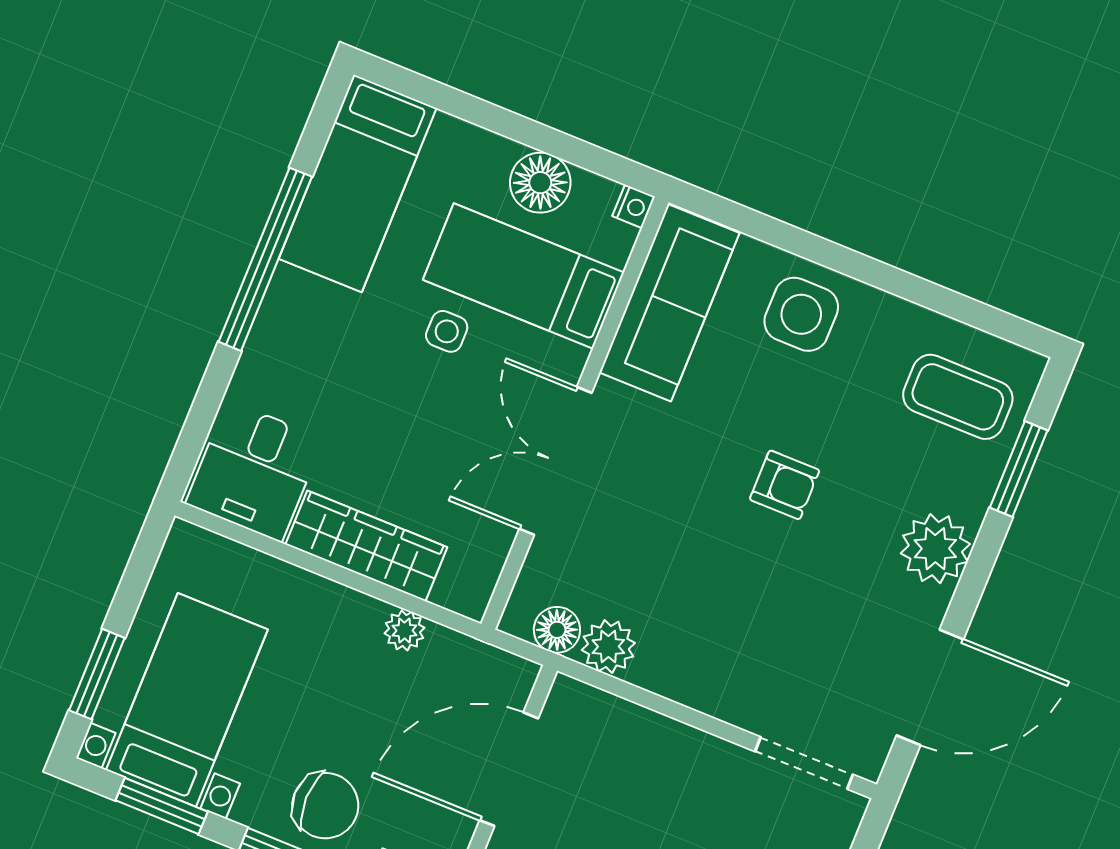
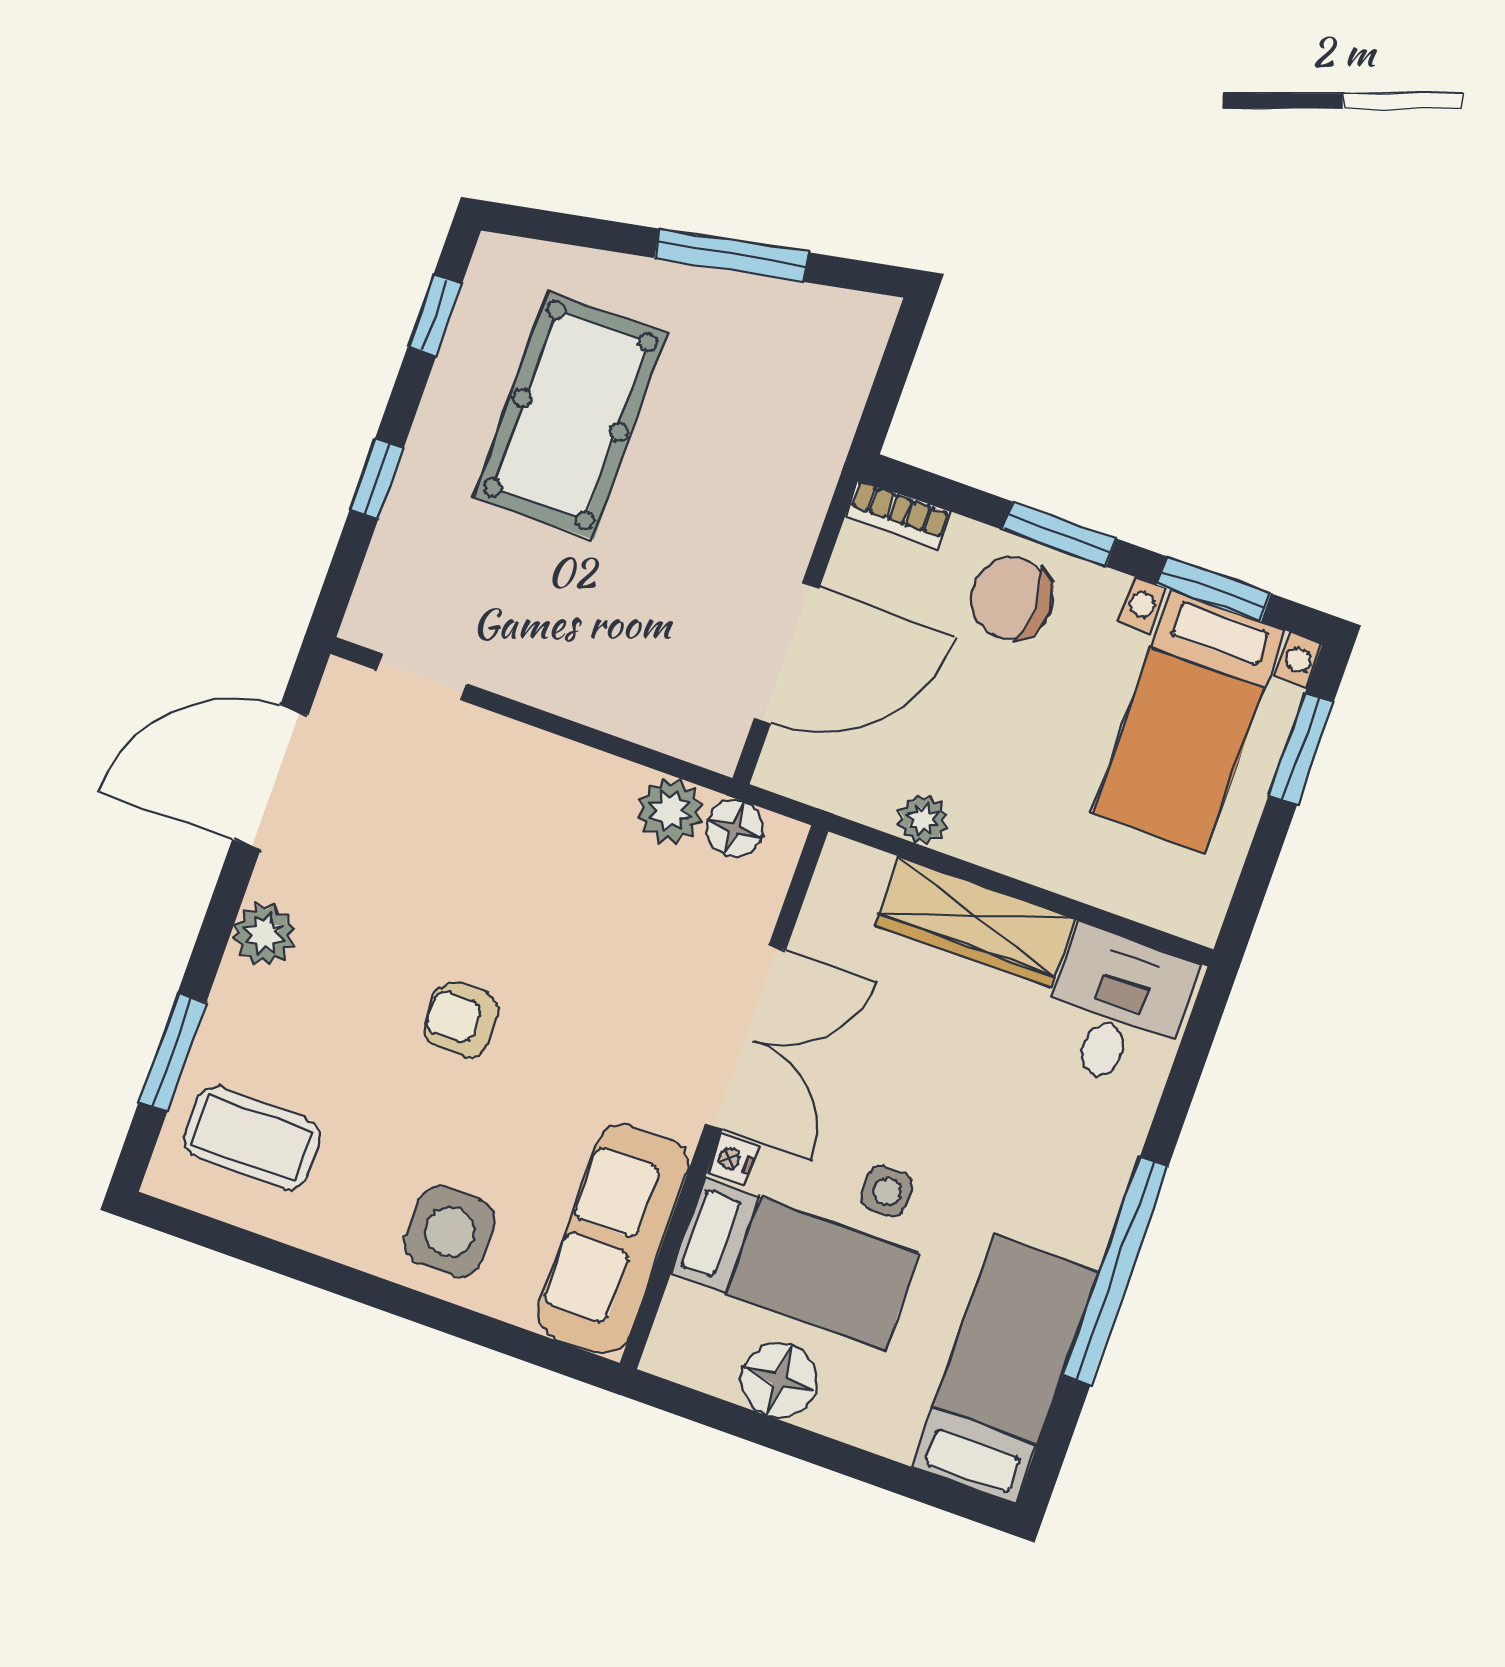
nightstand: (634, 206) -> (733, 1160), moved
plant: (935, 549) -> (264, 934), width x0.73, depth x0.73
doorway: (804, 763) -> (422, 677), width x0.73

